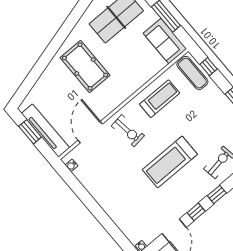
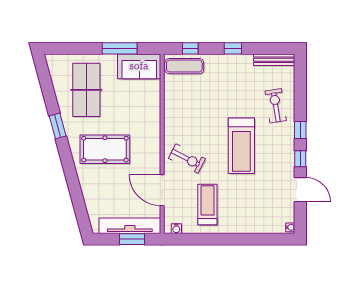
window: (73, 19) -> (58, 126), added
treadmill: (160, 99) -> (207, 204), moved
exercise bike: (128, 131) -> (187, 159), turned 34
window: (30, 132) -> (132, 239), moved

